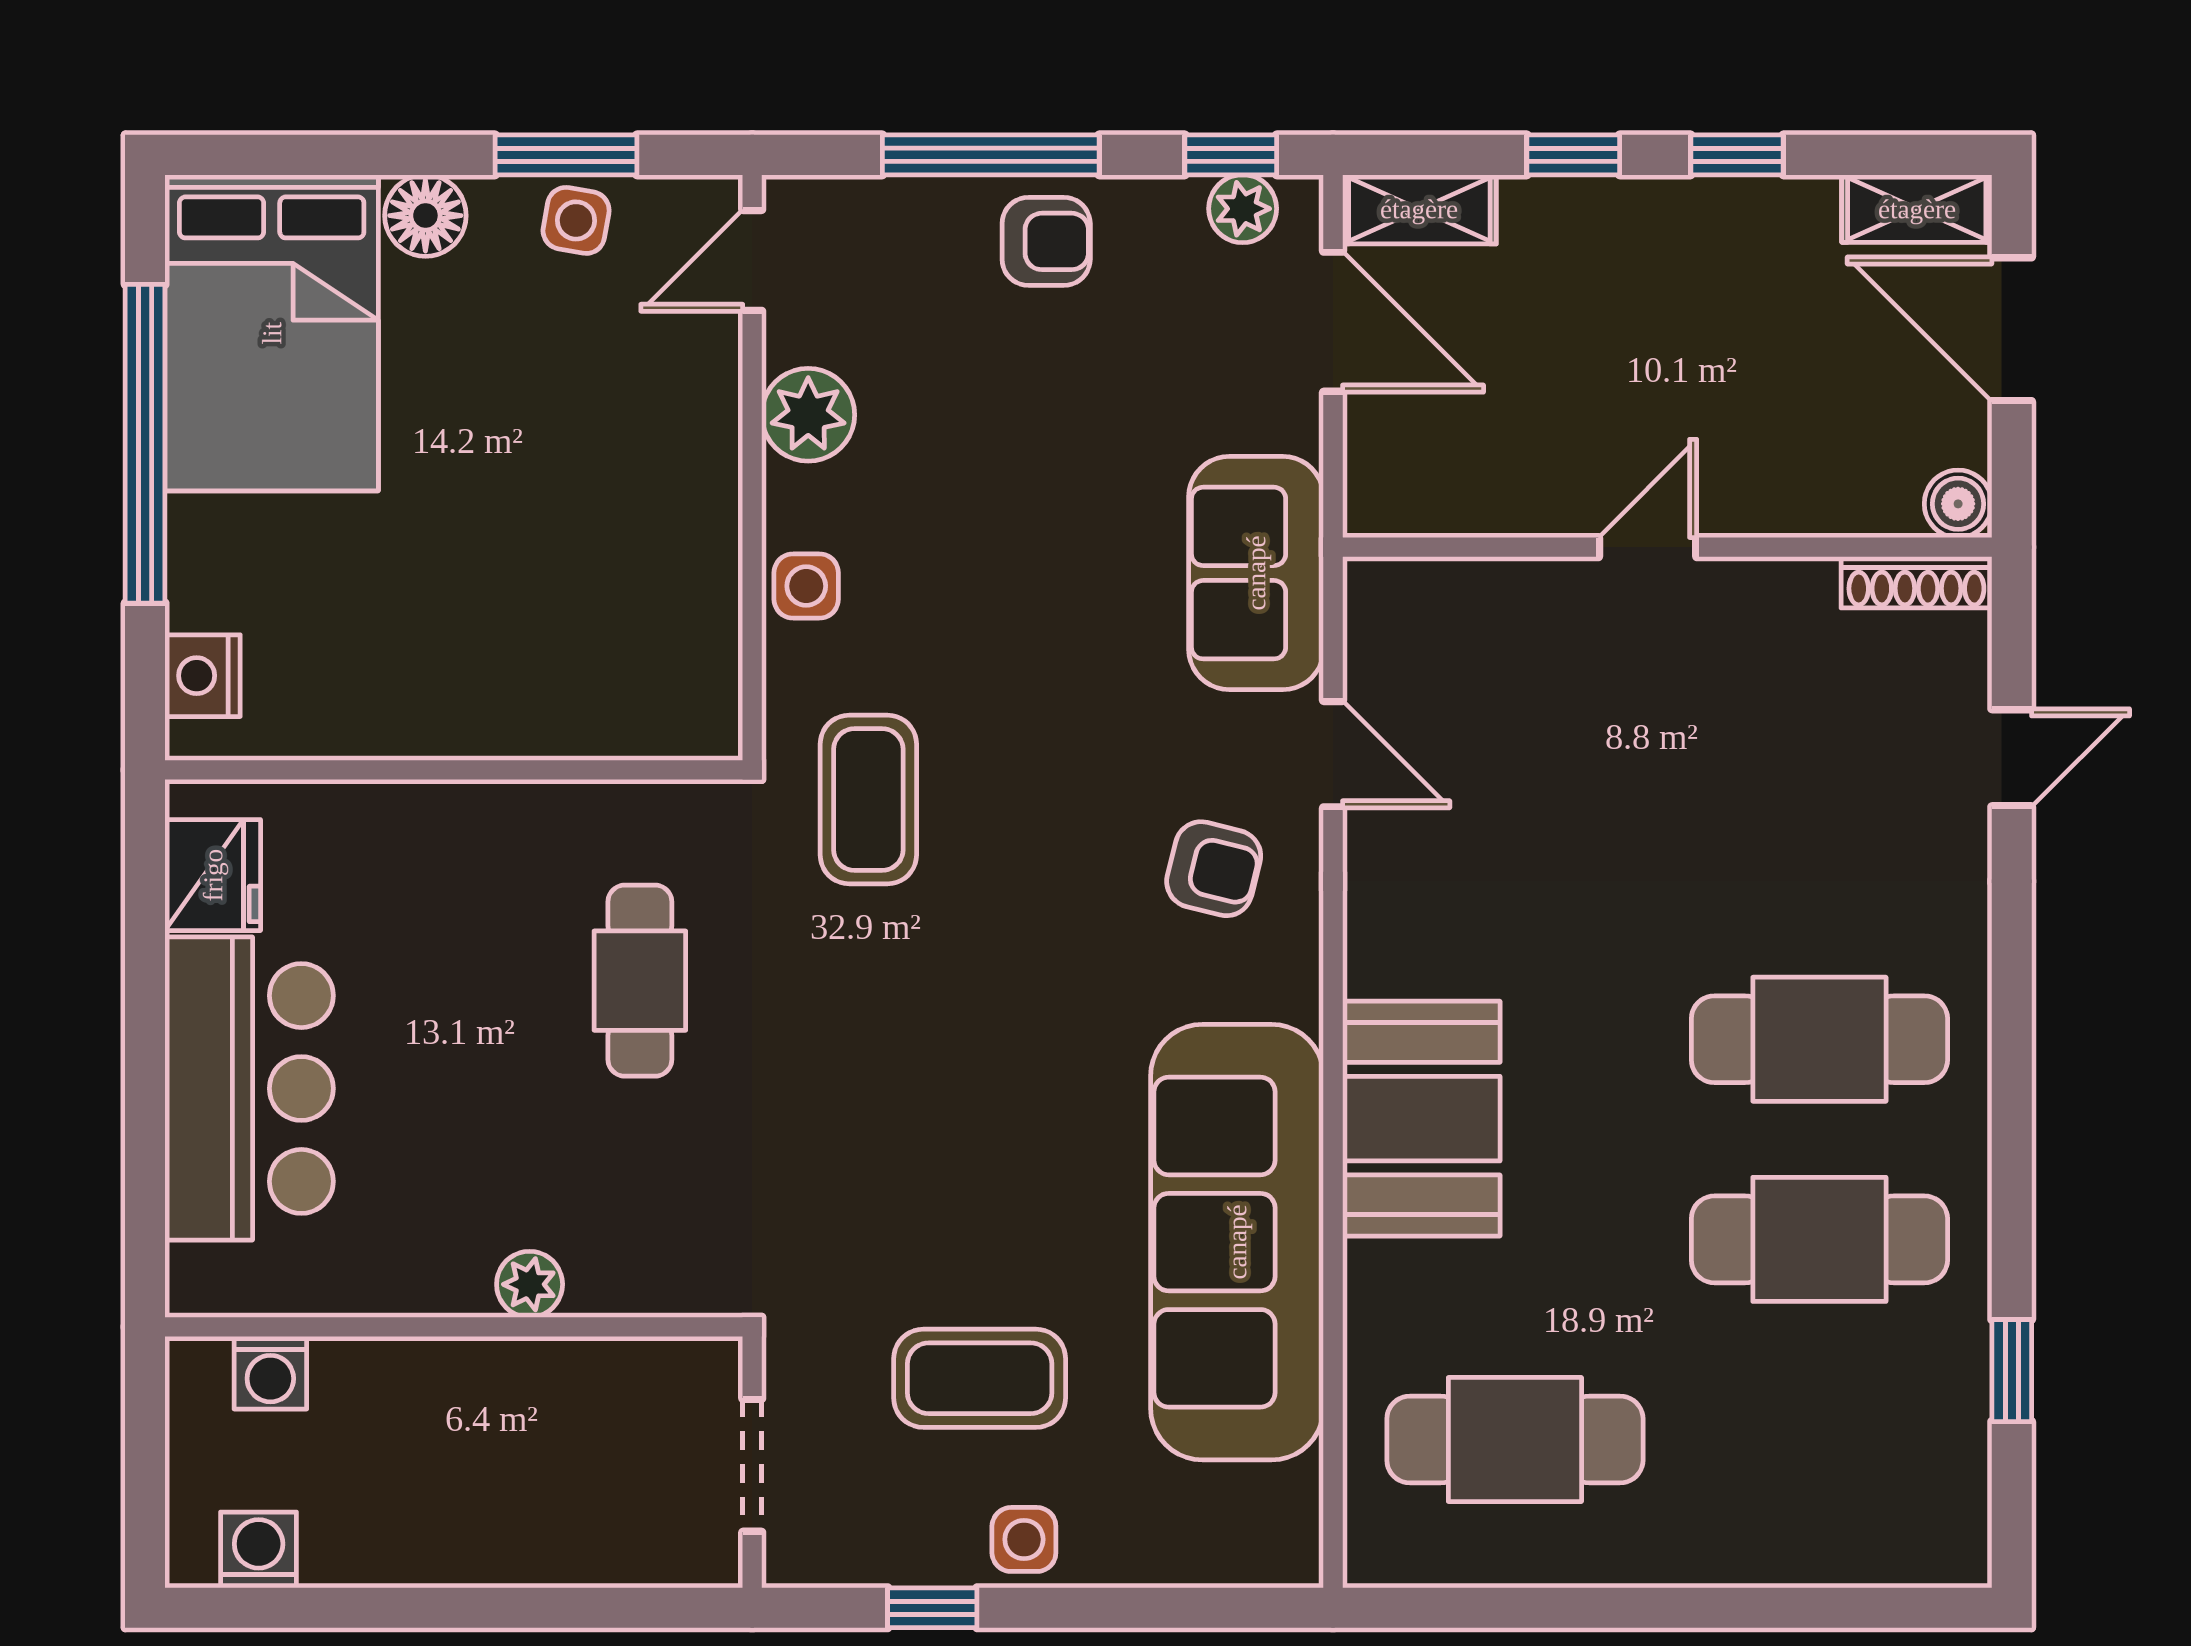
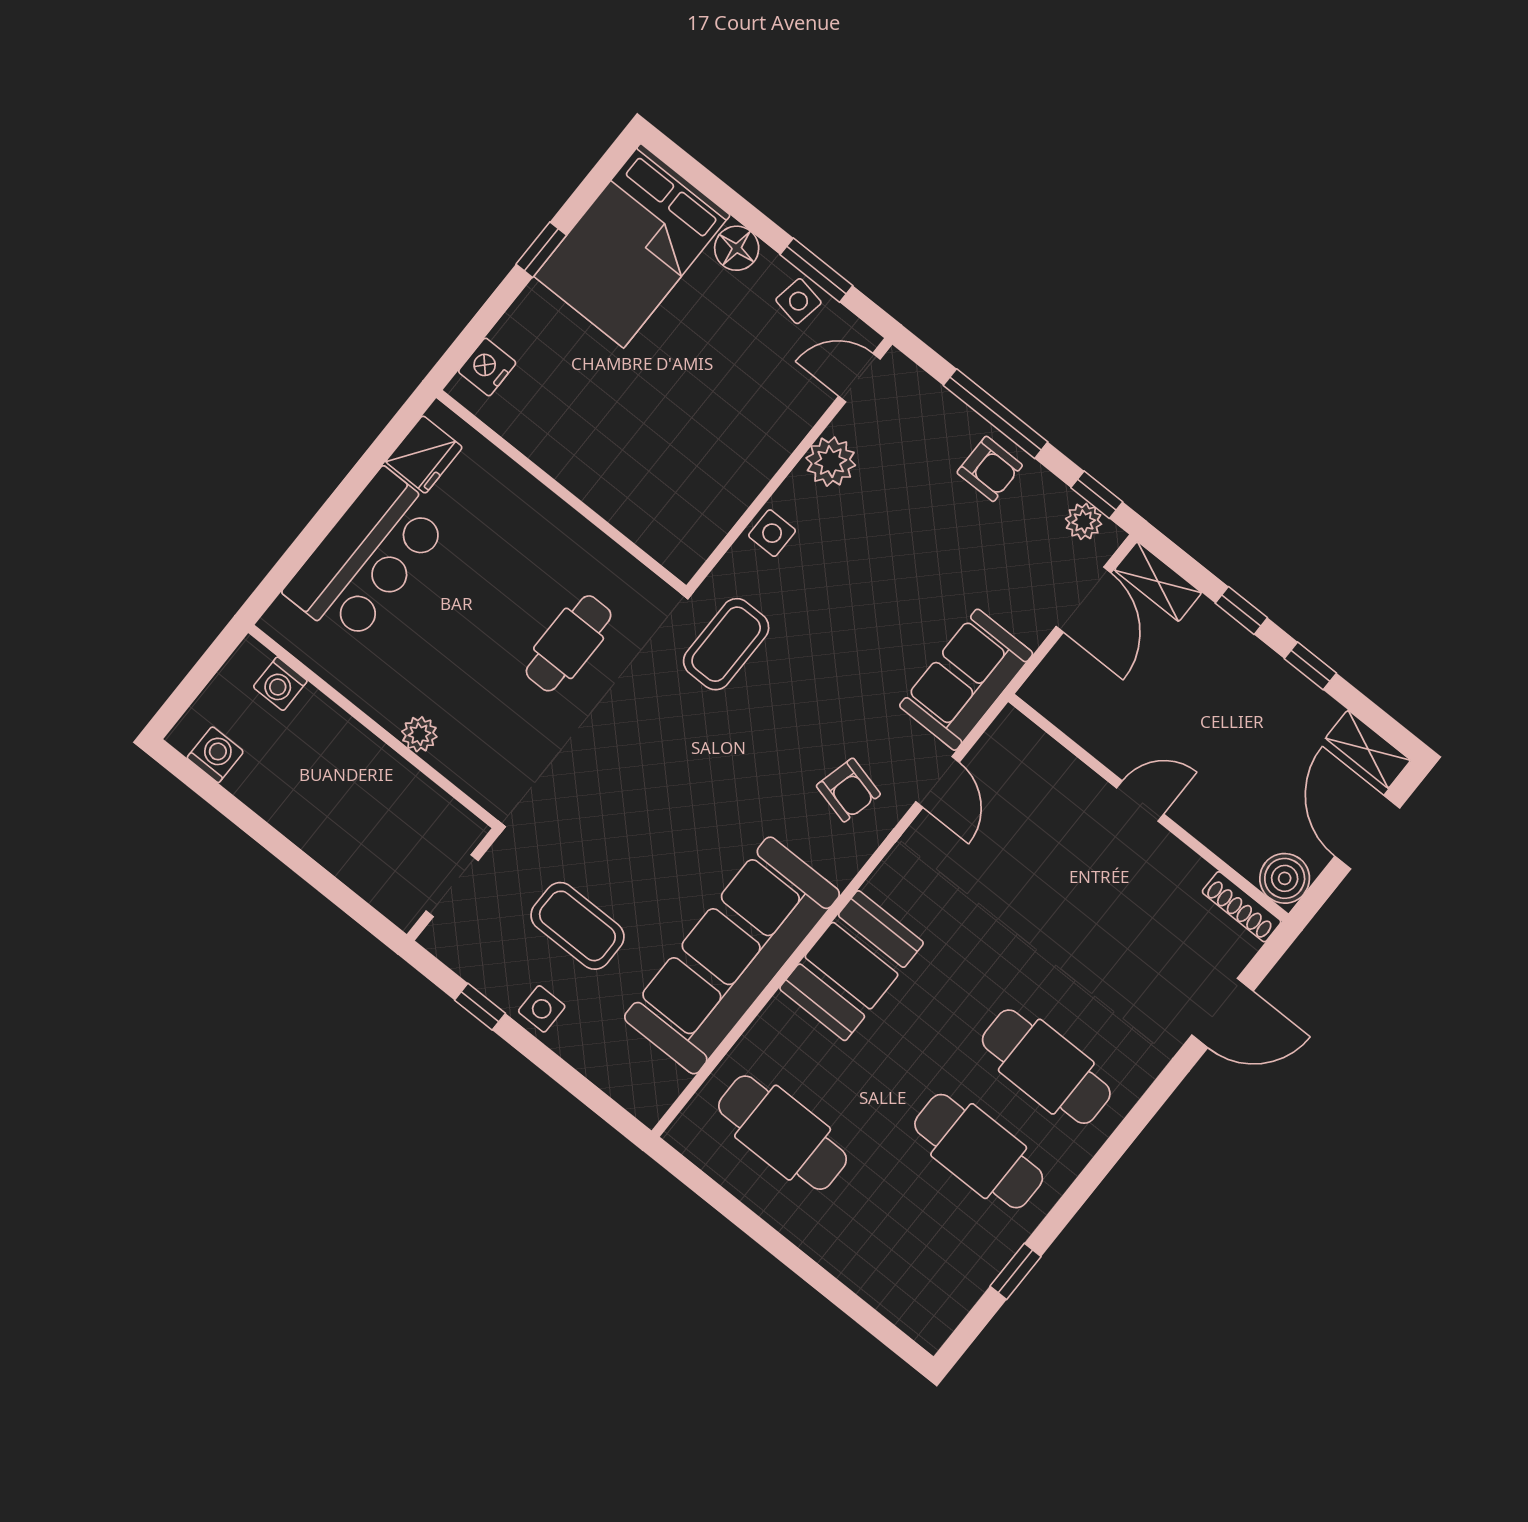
window: (145, 444) -> (541, 250), width x0.32
boiler: (1958, 504) -> (1285, 878), width x1.36, depth x1.36
door: (2012, 758) -> (1222, 1013), width x1.38

